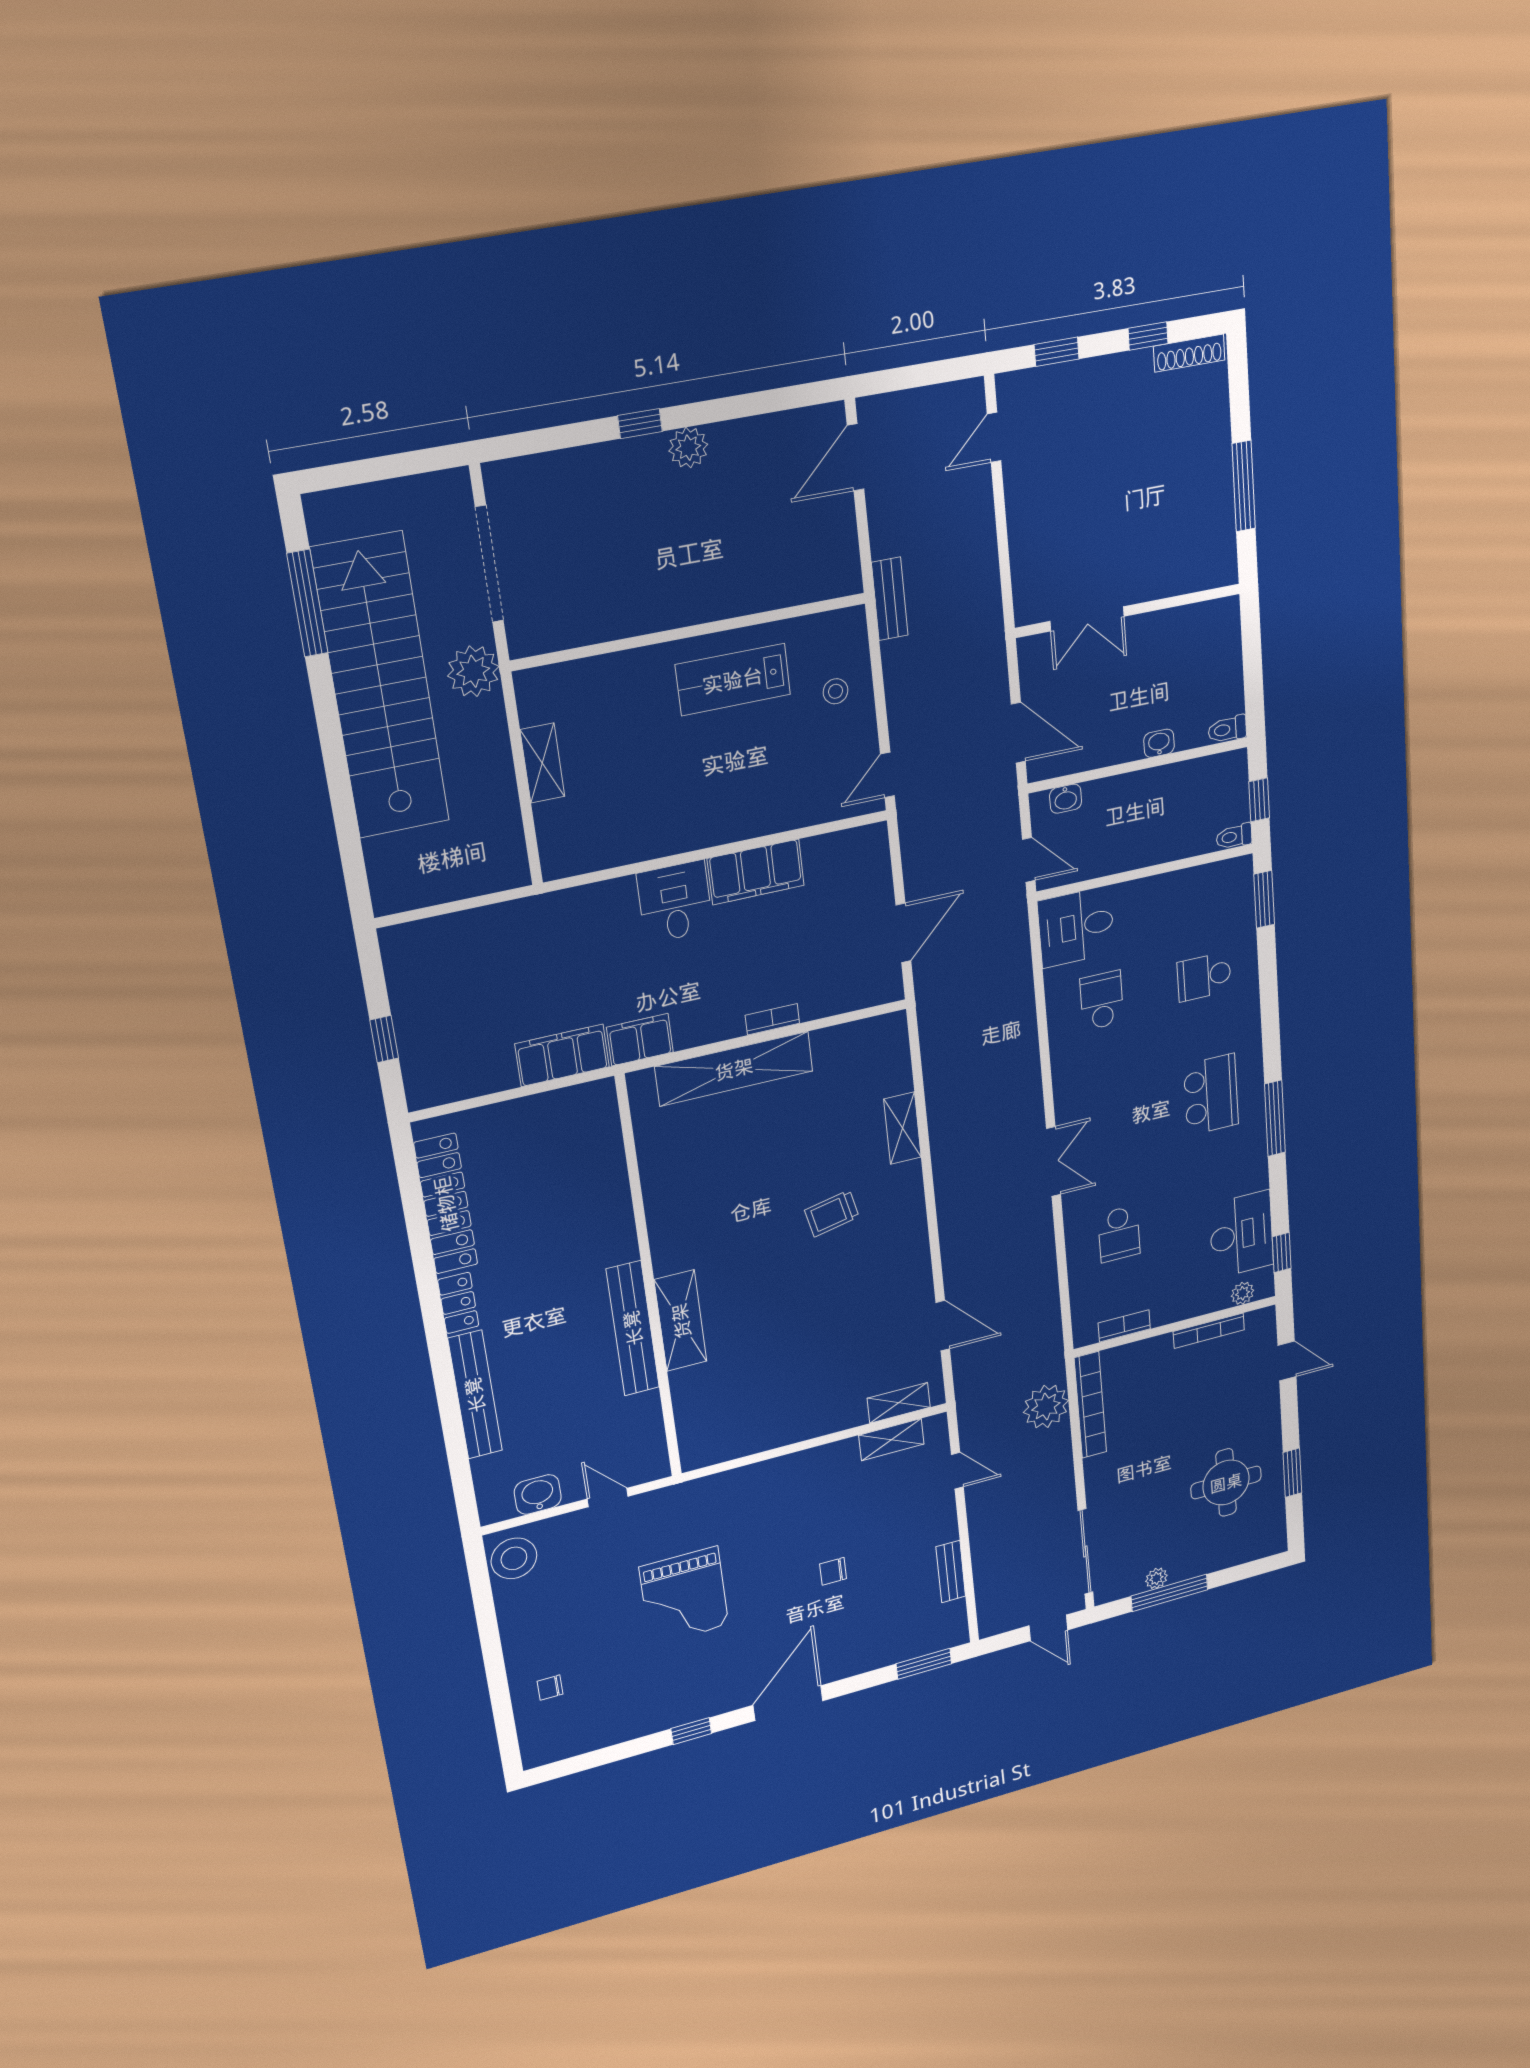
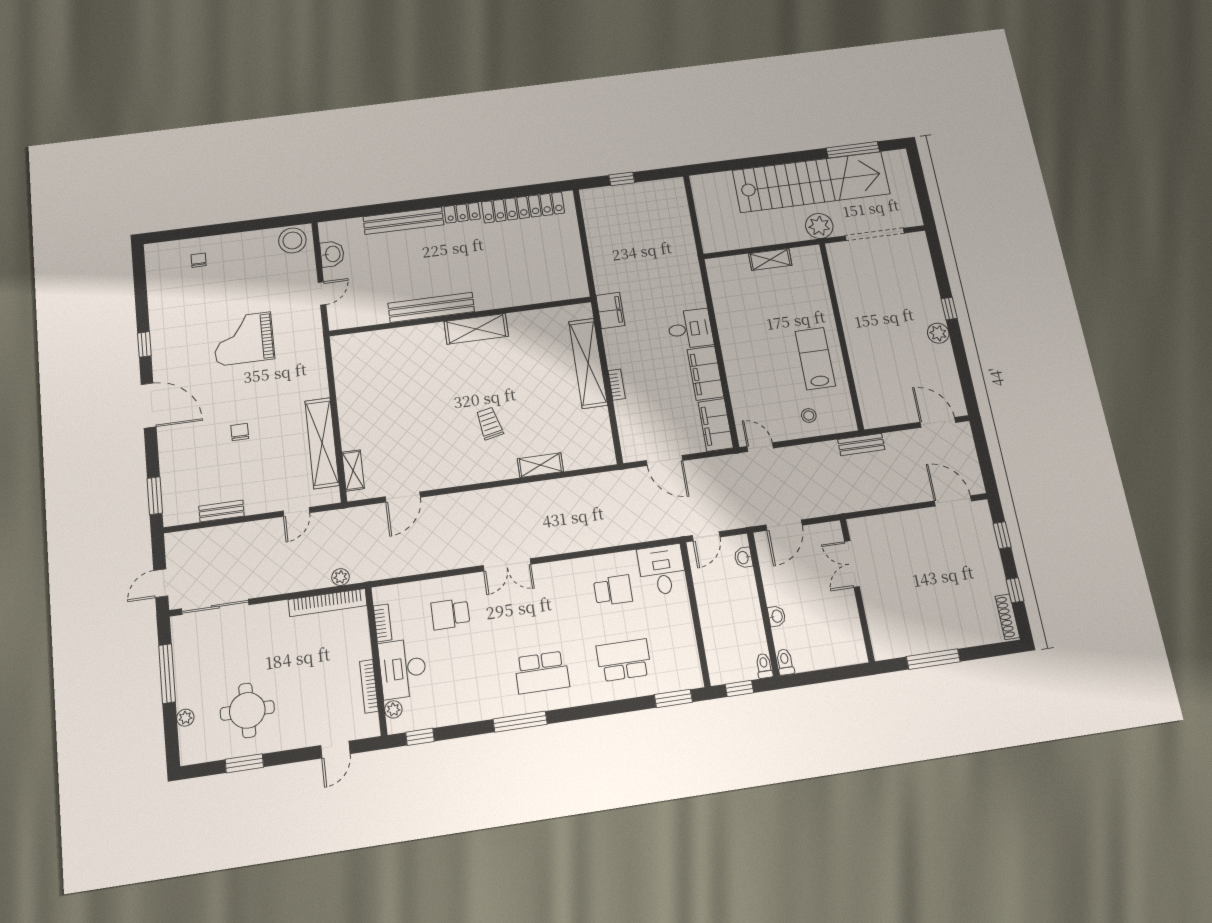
door: (994, 437) -> (953, 501), width x1.38
toilet: (1234, 836) -> (764, 666), moved
school desk: (1204, 977) -> (624, 660), width x1.85
filing cabinet: (562, 1055) -> (716, 425), moved, turned 180
desk: (1241, 1234) -> (403, 669), moved, turned 90
shelving: (681, 1321) -> (476, 329), moved
plant: (1046, 1407) -> (340, 577), width x0.53, depth x0.53
shelving: (891, 1440) -> (322, 443), width x2.20, depth x1.33
plant: (1156, 1578) -> (185, 718), moved

